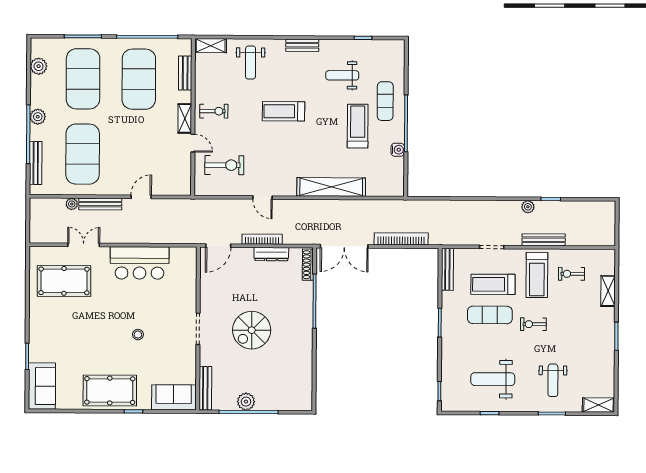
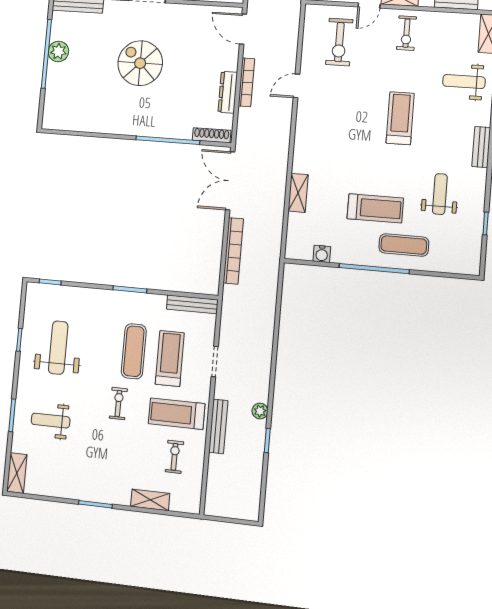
water cooler: (398, 150) -> (322, 254), moved
shelving: (331, 187) -> (298, 193), width x0.45, depth x0.75

